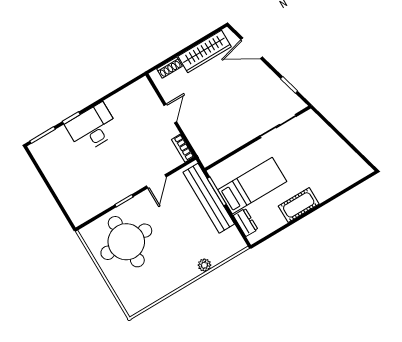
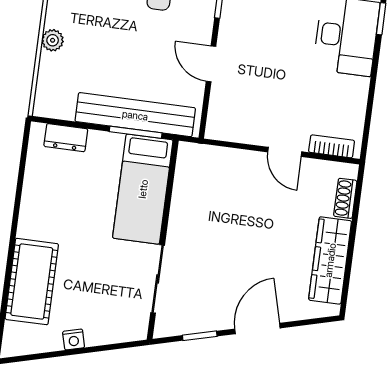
door: (252, 48) -> (257, 328), moved
nightstand: (338, 143) -> (74, 340), added
bookcase: (183, 148) -> (332, 146), moved
bed: (252, 186) -> (143, 189), moved
cot: (299, 205) -> (32, 282), moved, width x1.37, depth x1.34

